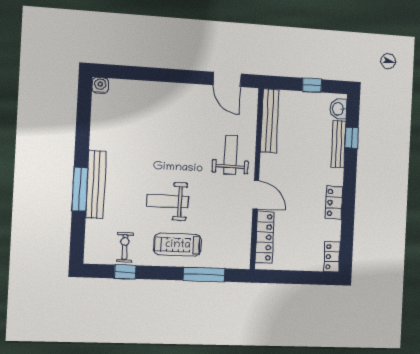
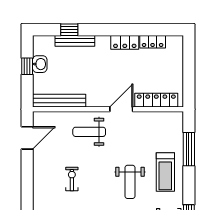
washbasin: (338, 109) -> (40, 64), moved, turned -90
exercise bike: (175, 130) -> (72, 179), added
locker: (332, 257) -> (153, 42), moved

